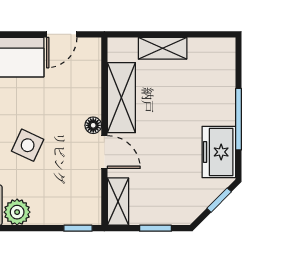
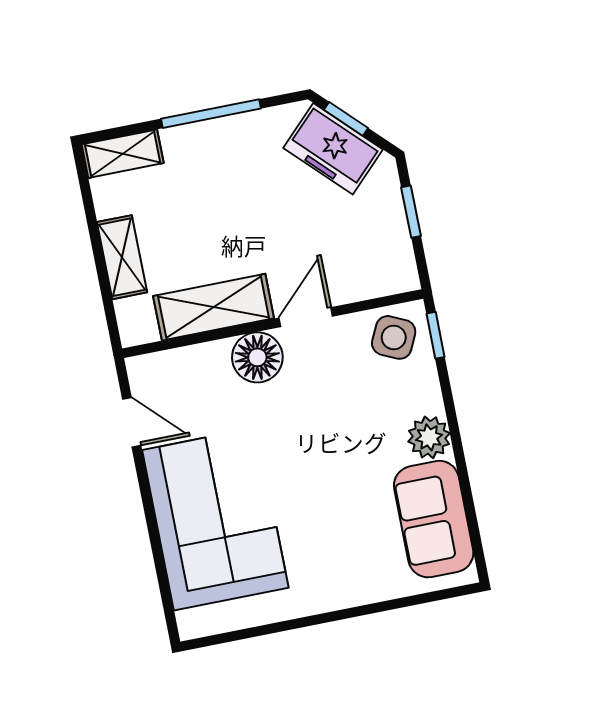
floor lamp: (93, 125) -> (257, 357), width x1.89, depth x1.89
side table: (28, 145) -> (394, 337), moved
freezer: (219, 152) -> (333, 149), moved, turned 45
shelving: (118, 202) -> (123, 154), moved

